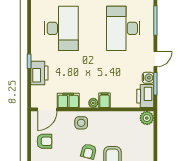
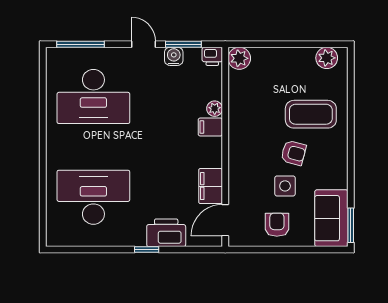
printer: (145, 96) -> (212, 56), width x0.53, depth x0.68
plant: (93, 103) -> (215, 109), moved
door: (47, 109) -> (225, 220), swing flipped
side table: (81, 123) -> (285, 186), moved

